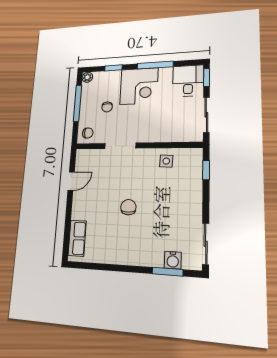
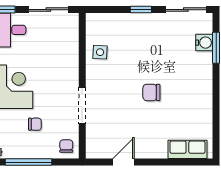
window: (206, 170) -> (141, 10), moved
door: (71, 181) -> (124, 162), hinge flipped

